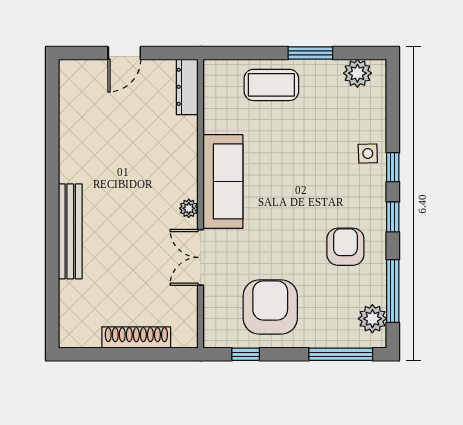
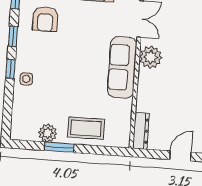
plant: (357, 73) -> (48, 133), moved
plant: (189, 208) -> (151, 57), width x1.88, depth x1.88

